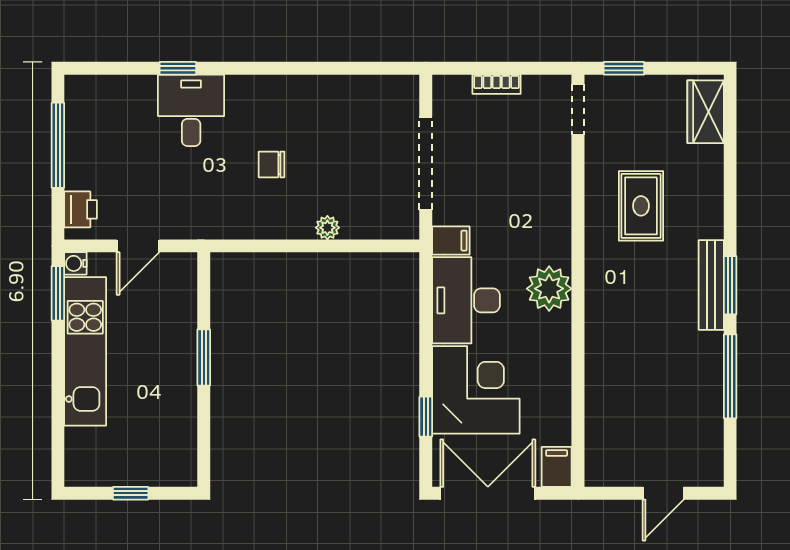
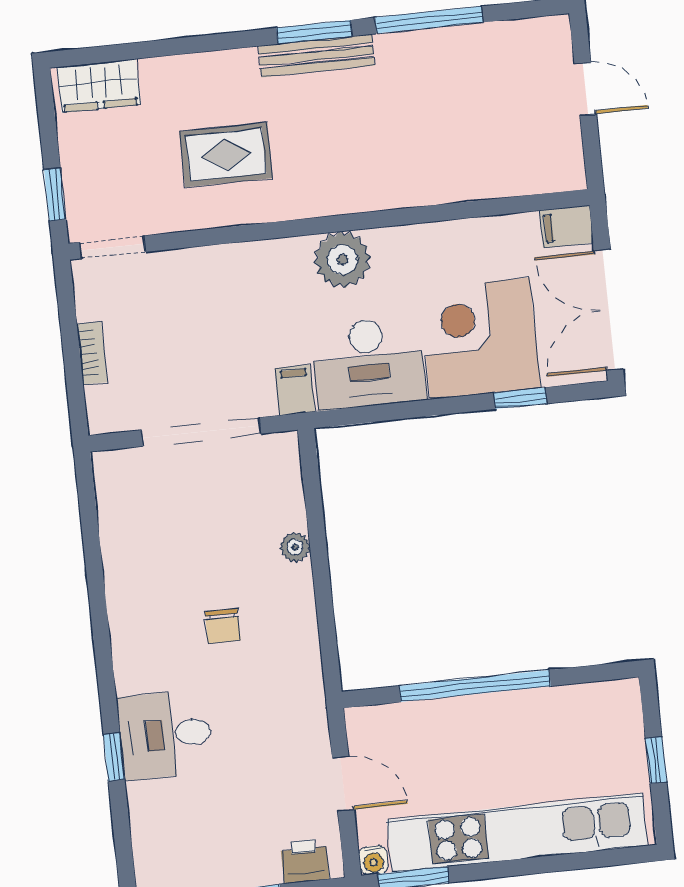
kitchen unit: (85, 351) -> (517, 833), width x1.36
window: (204, 357) -> (475, 686), width x2.11

